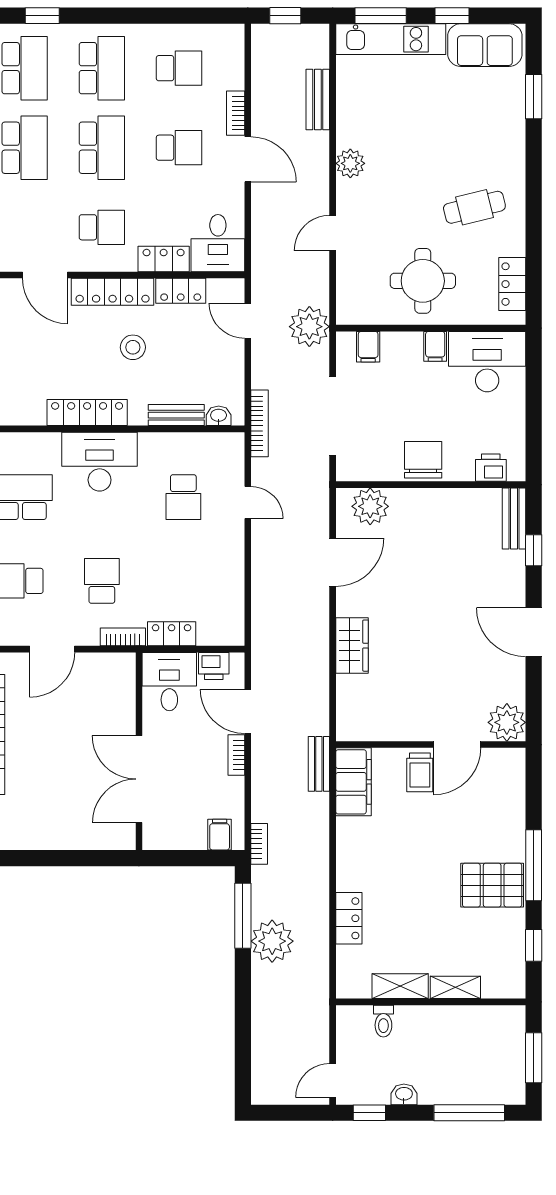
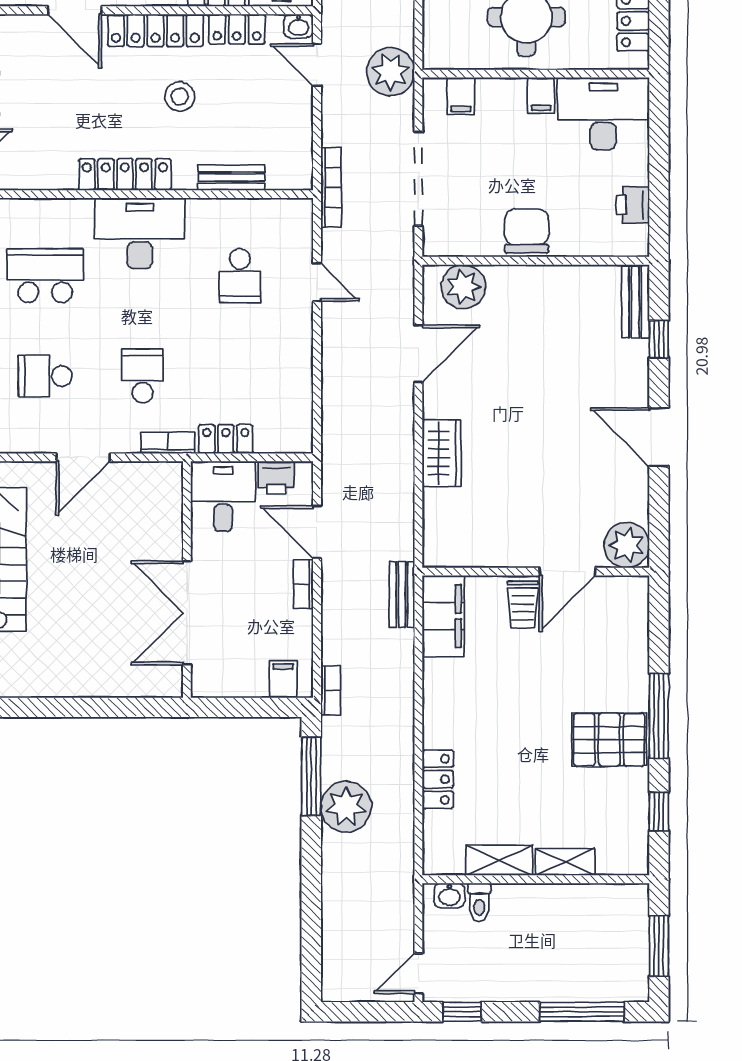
washbasin: (219, 416) -> (299, 26), moved, turned 180
printer: (491, 468) -> (633, 205), moved, turned -90
washbasin: (404, 1094) -> (449, 895), moved, turned 180

